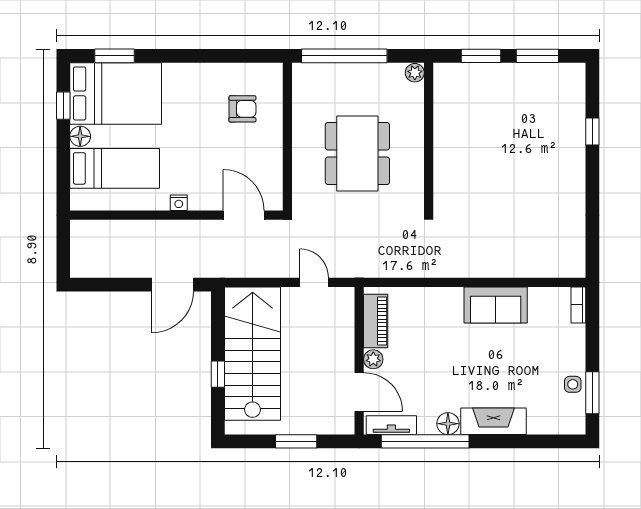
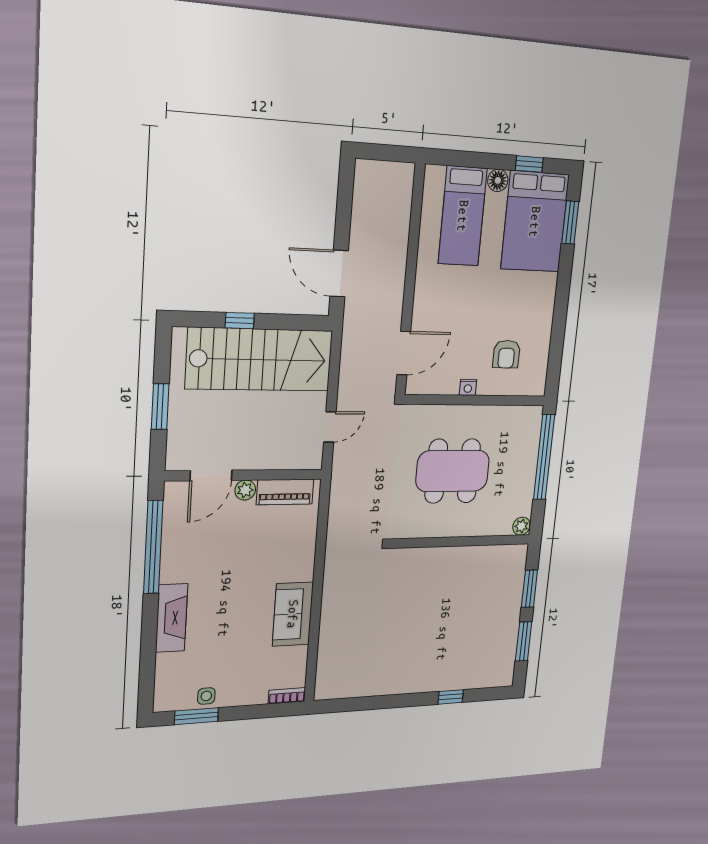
nightstand: (179, 203) -> (468, 387), moved, turned -90
floor lamp: (448, 424) -> (171, 571), removed
tv unit: (391, 425) -> (173, 511), removed

